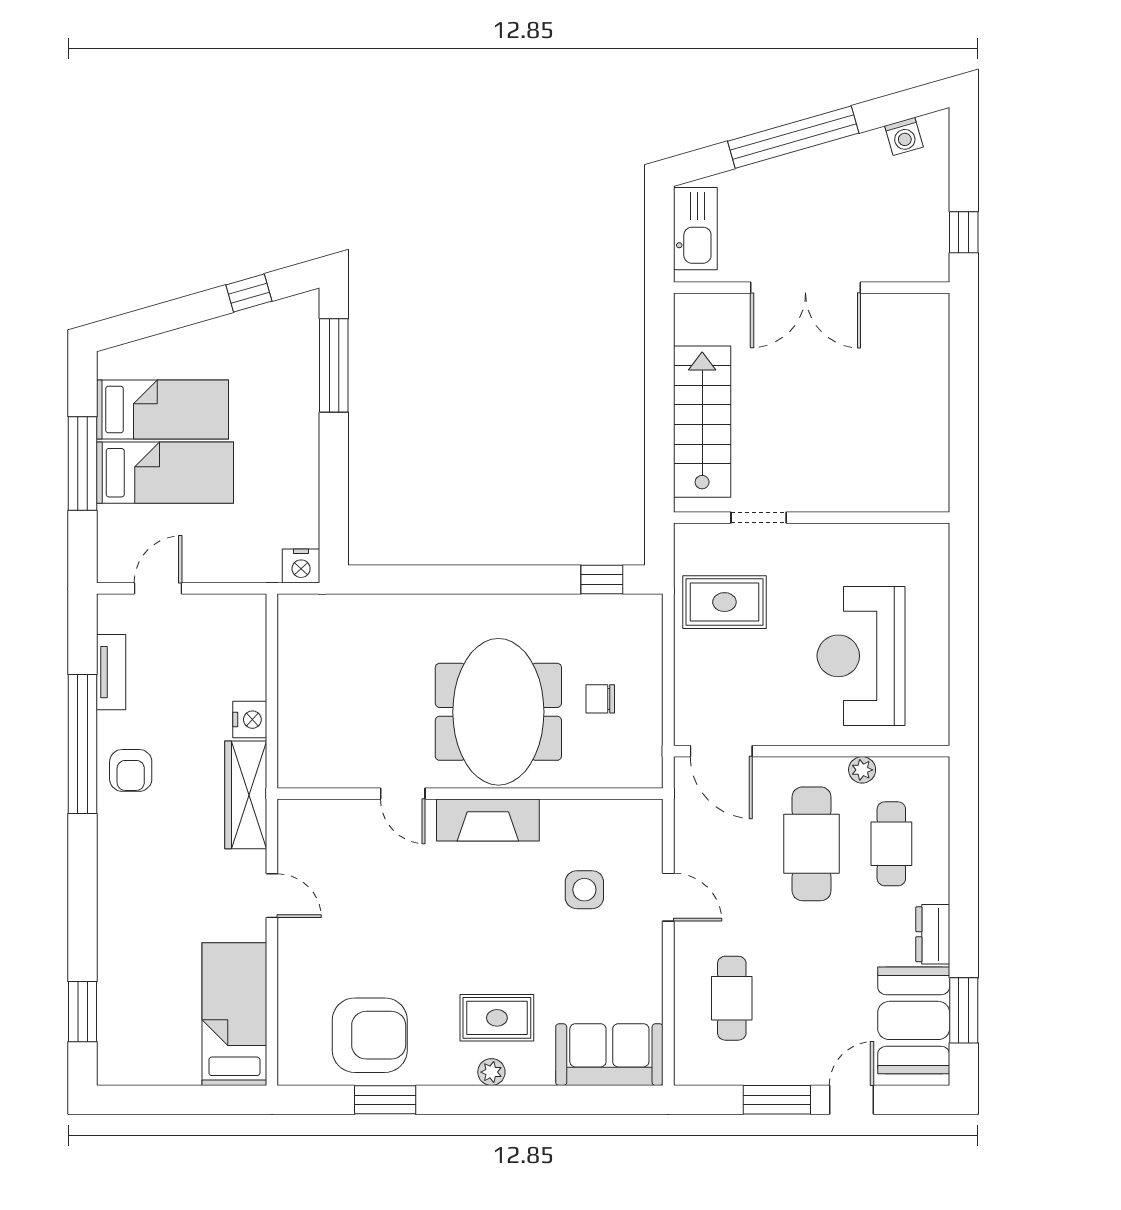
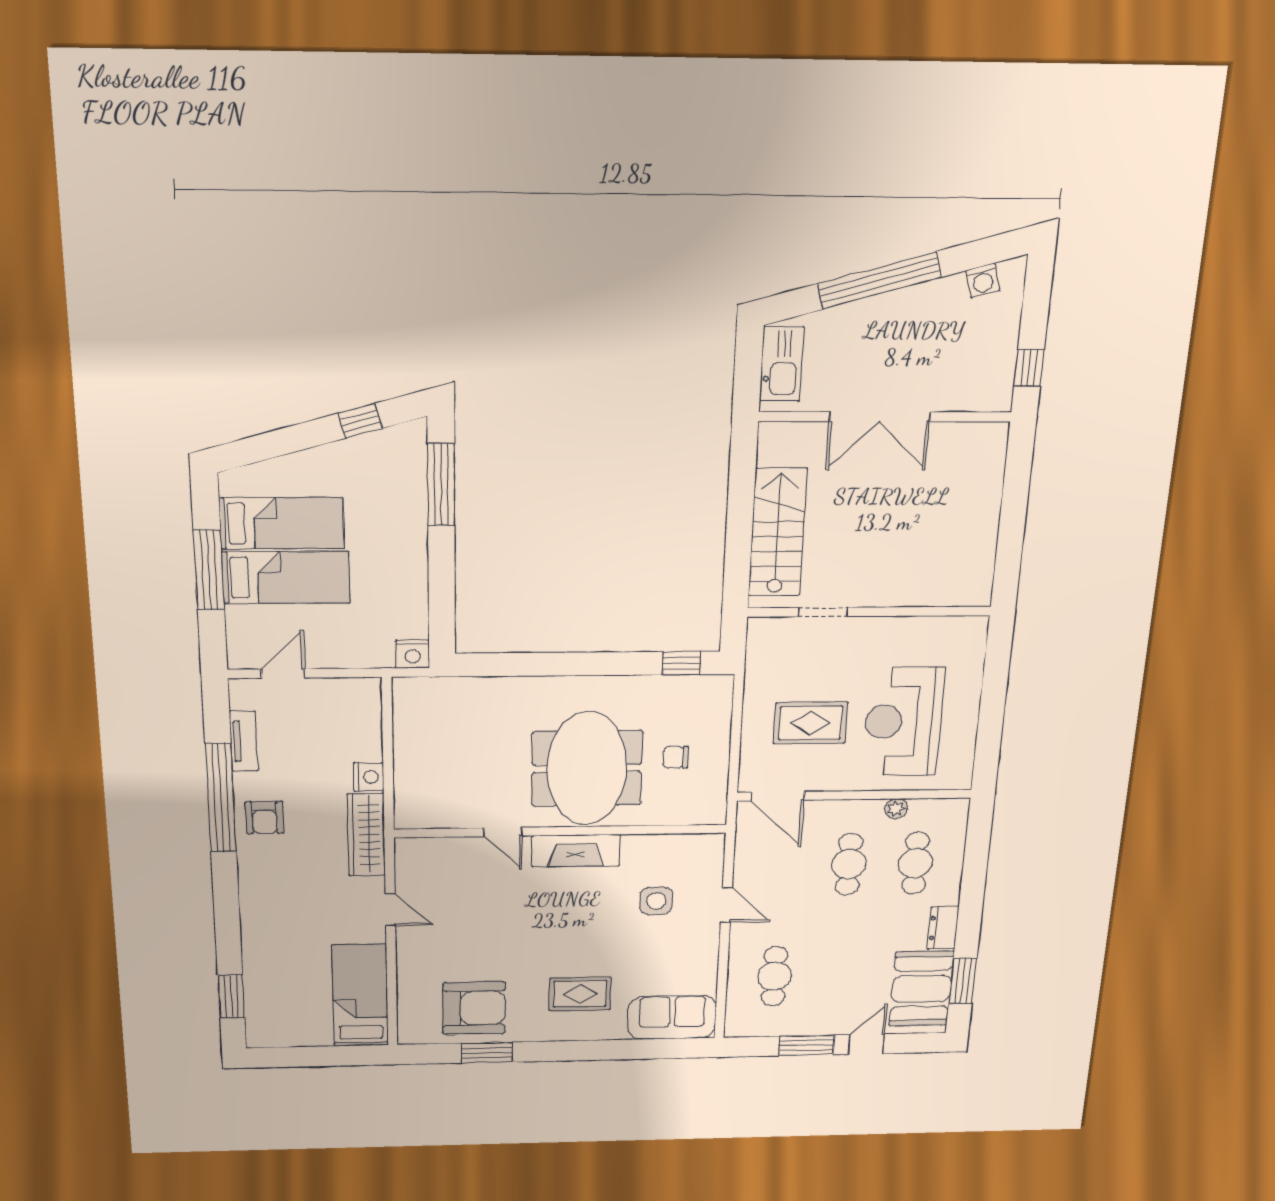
rug: (724, 602) -> (810, 723), moved
cafe table: (812, 844) -> (849, 864), width x0.73, depth x0.74
plant: (491, 1072) -> (575, 1032), removed

